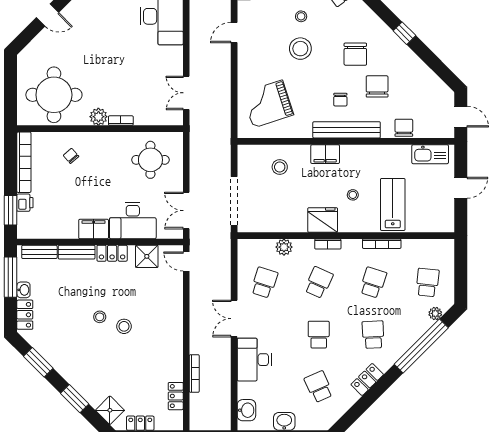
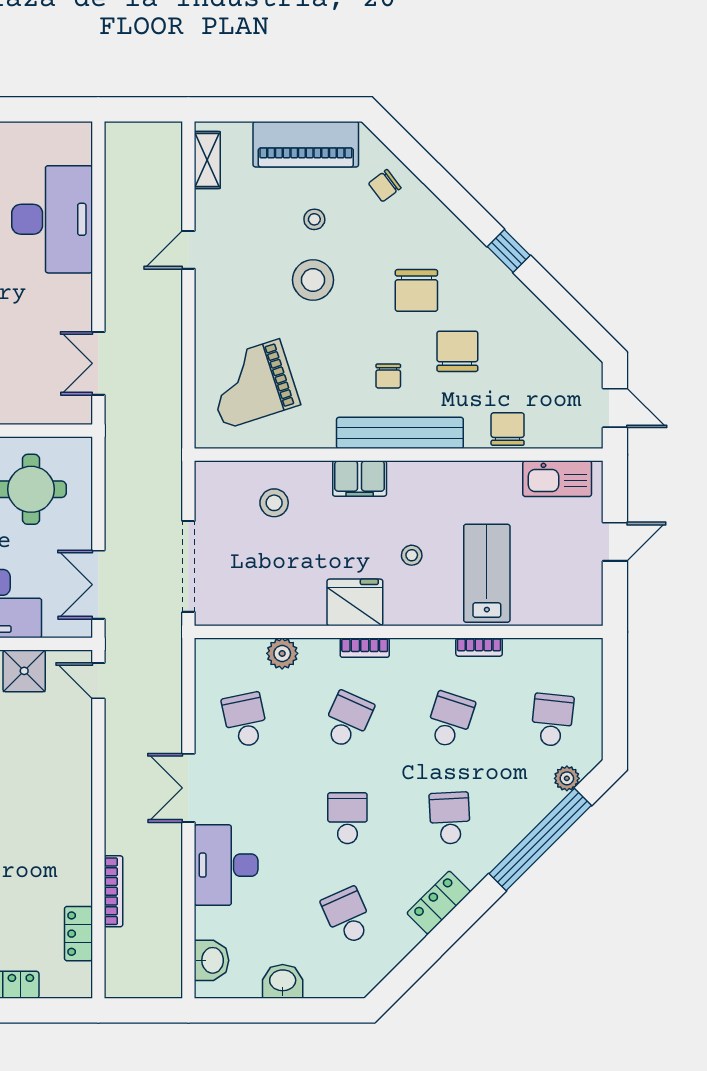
bookcase: (382, 244) -> (479, 647), width x0.64
school desk: (264, 283) -> (245, 720), turned -30

